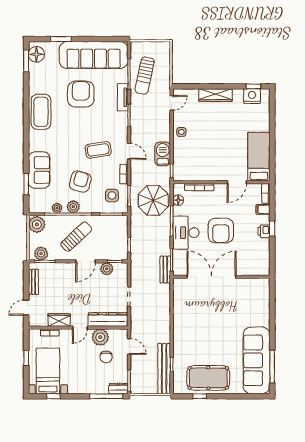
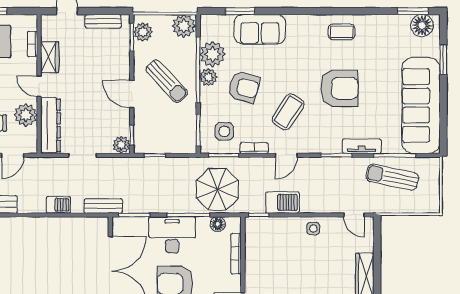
armchair: (81, 94) -> (340, 88), moved
coffee table: (41, 112) -> (341, 32), width x0.54, depth x0.58
coffee table: (98, 150) -> (288, 112), turned 42
plant: (57, 208) -> (213, 54), width x1.88, depth x1.88
plant: (107, 269) -> (121, 145), moved
bench: (165, 270) -> (103, 206), moved
barbecue: (164, 314) -> (58, 205), added

